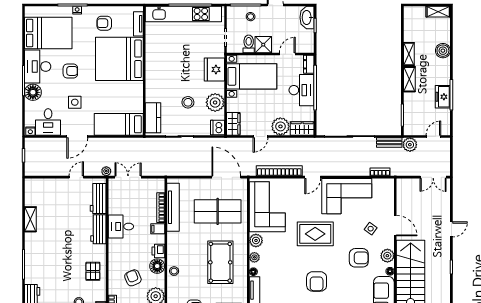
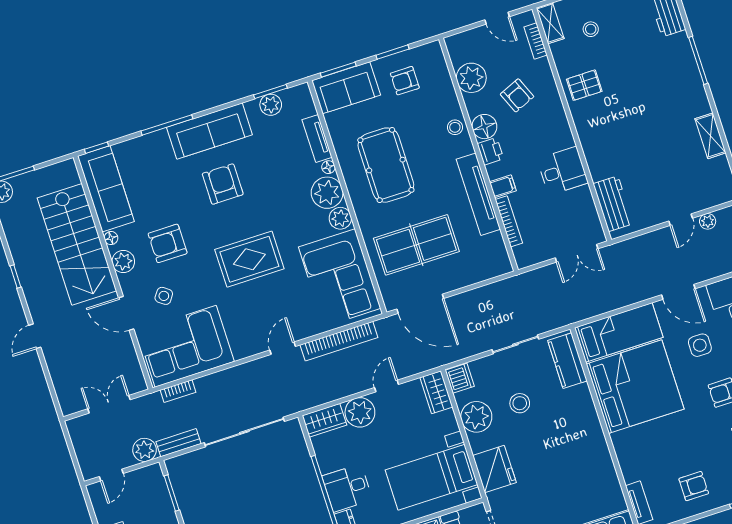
bed: (119, 59) -> (635, 387), moved
desk: (302, 90) -> (347, 488), width x0.73
door: (77, 136) -> (678, 292), swing flipped
plant: (106, 171) -> (708, 221), moved
door: (76, 177) -> (681, 220), moved
double door: (433, 177) -> (109, 404), moved
corner sofa: (347, 196) -> (186, 346), moved
tv unit: (173, 207) -> (478, 194), moved
workbench: (98, 229) -> (597, 155), removed
plant: (254, 257) -> (327, 193), width x1.88, depth x1.88
pallet: (93, 271) -> (584, 85), turned 90

